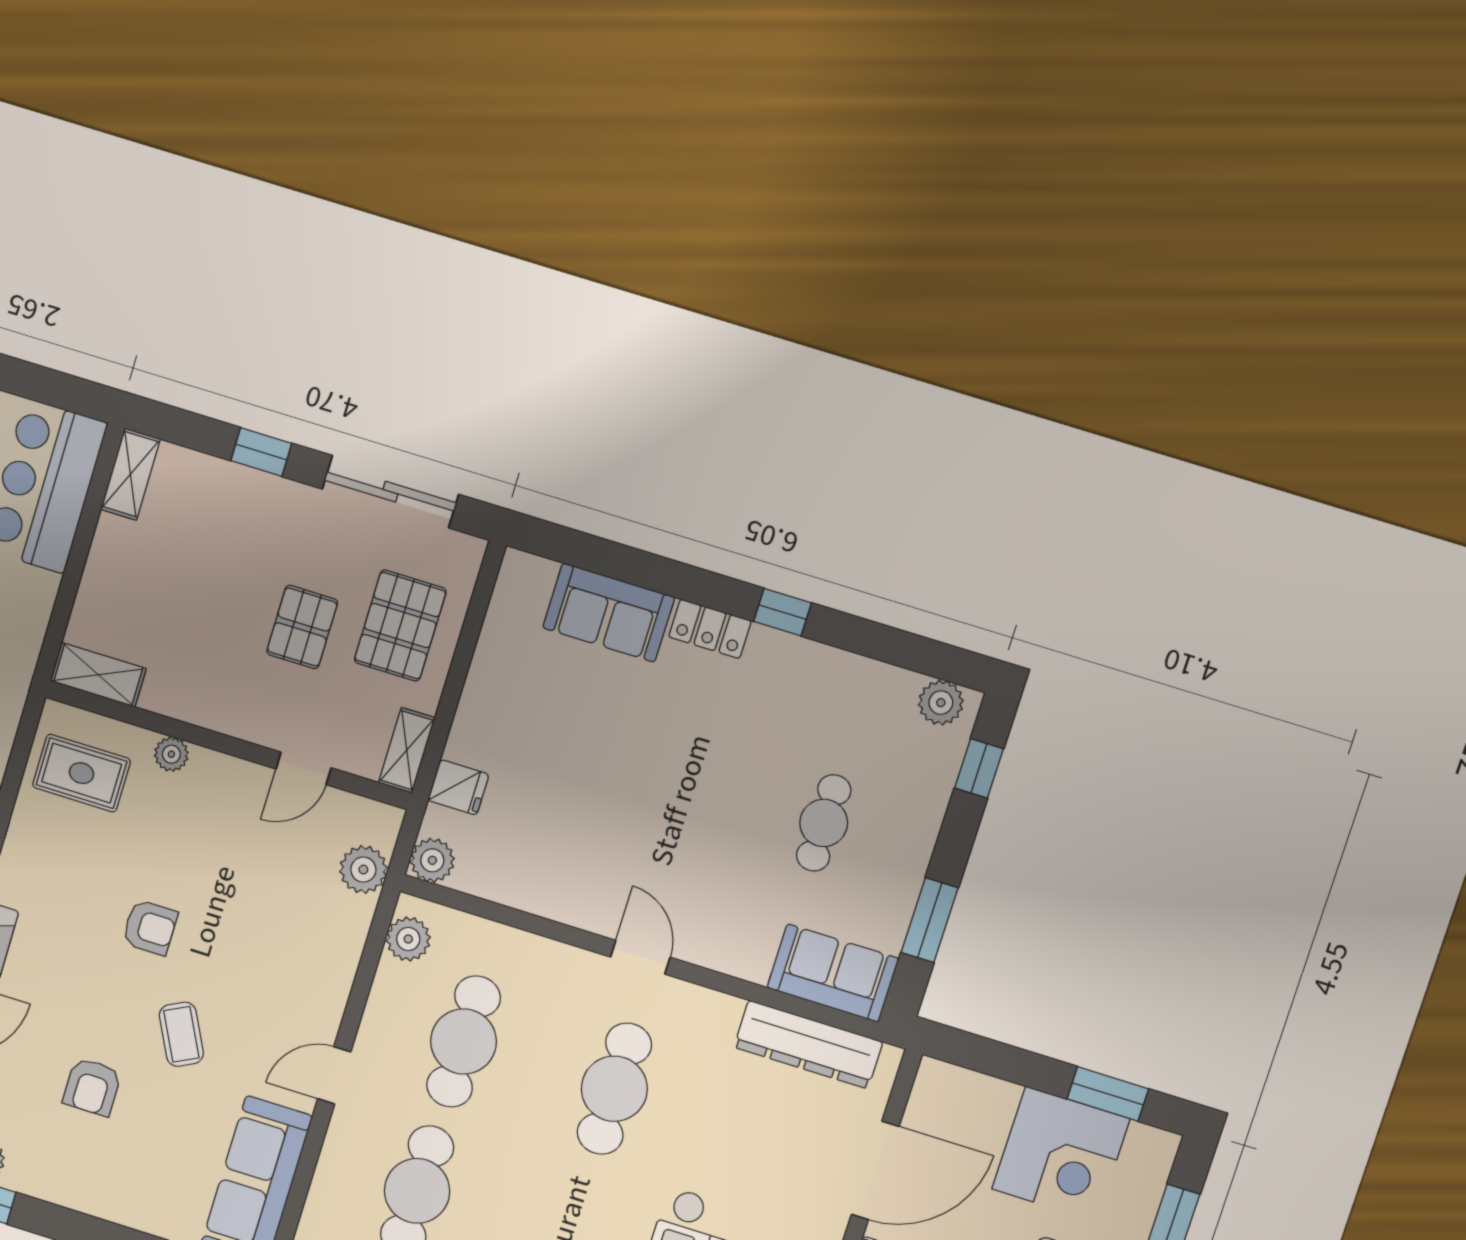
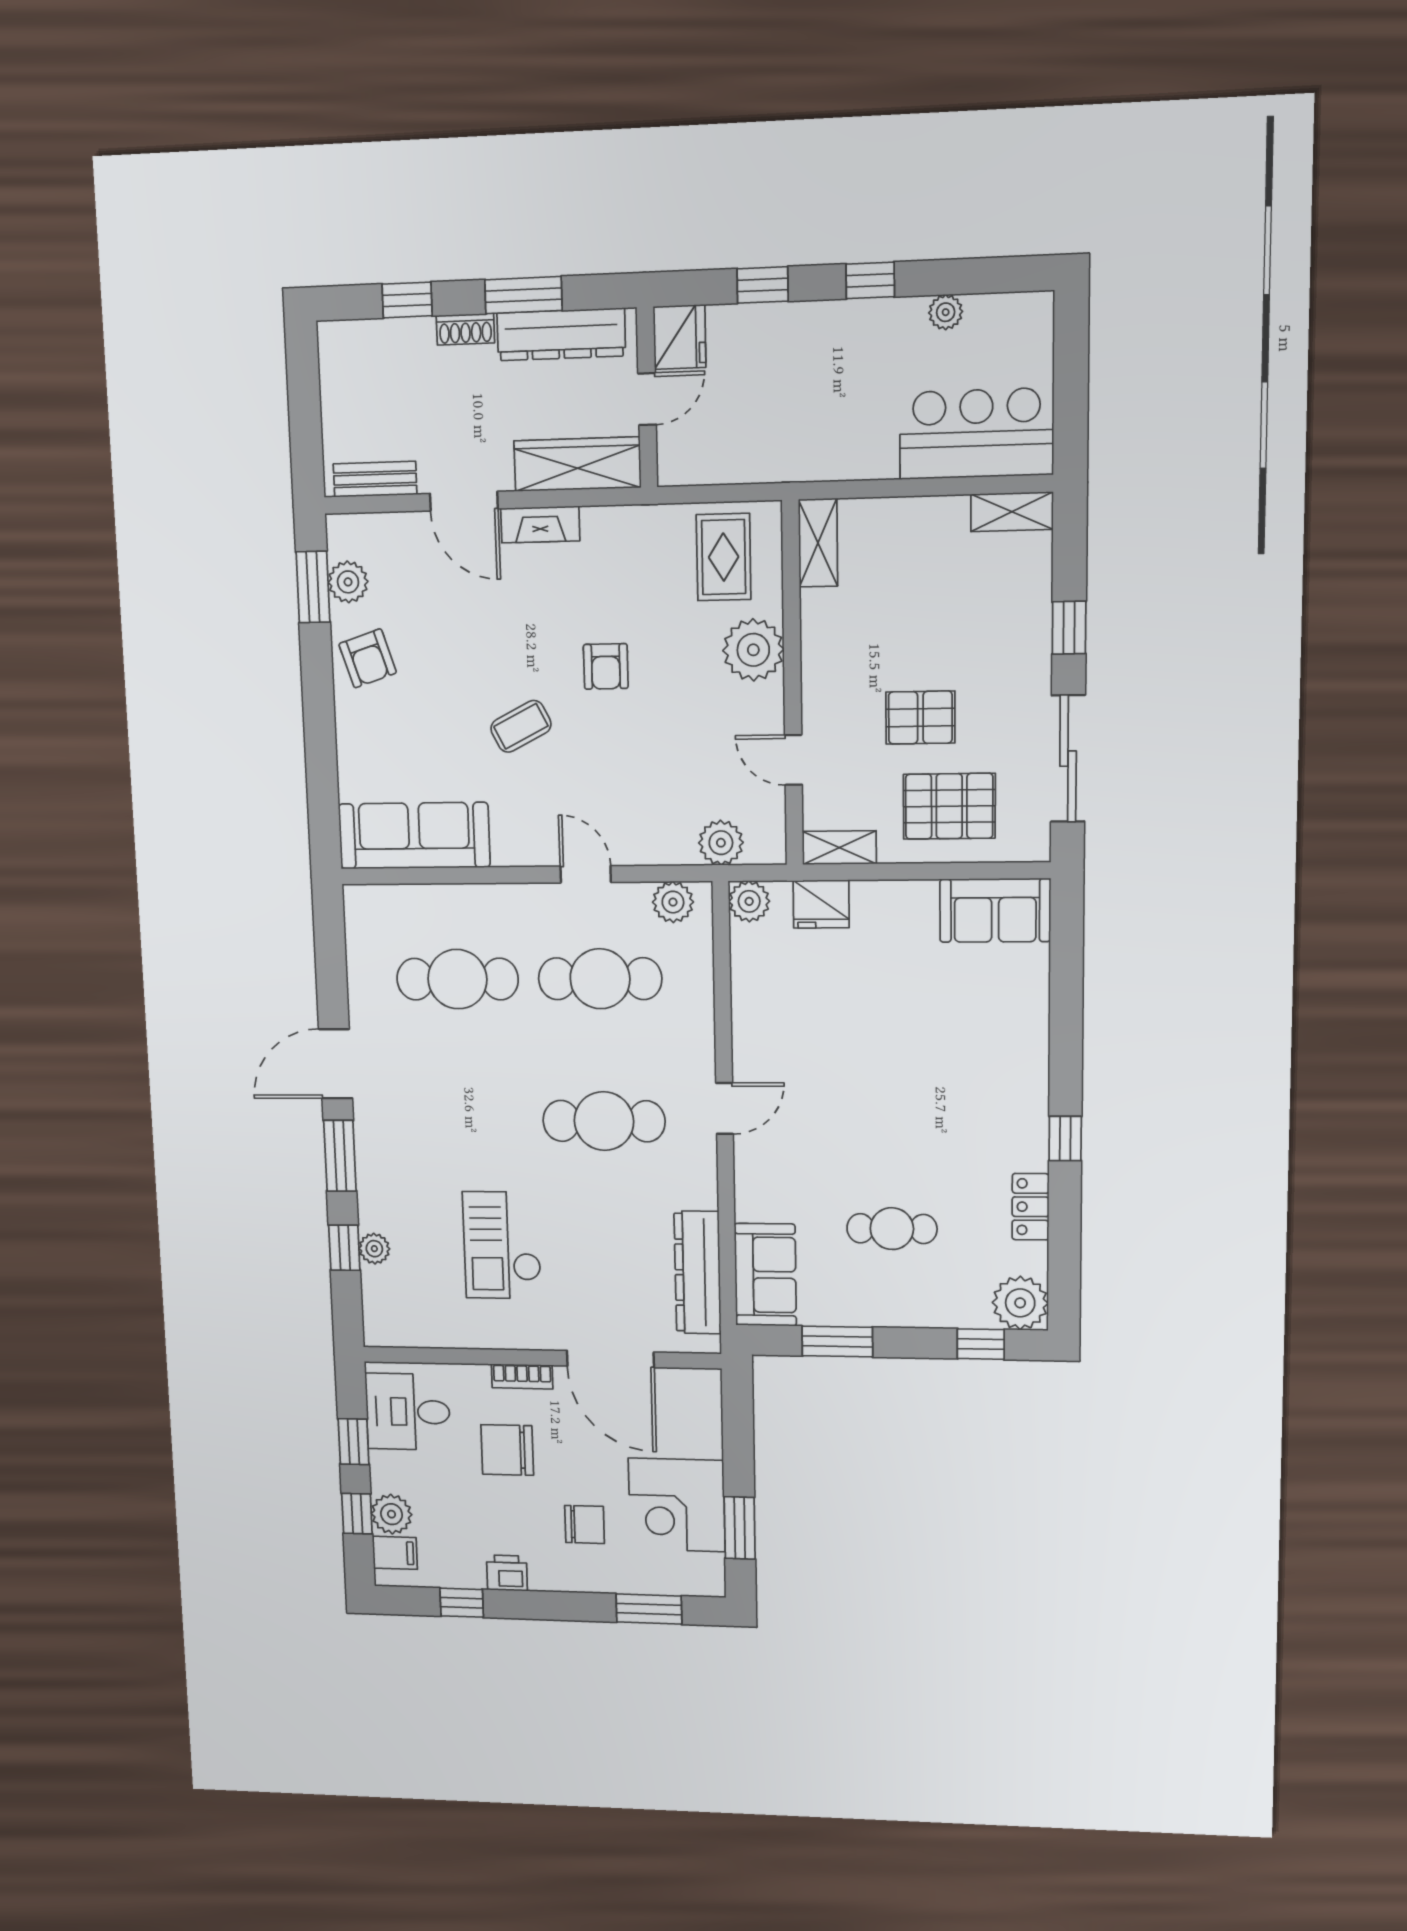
sofa: (609, 613) -> (995, 910), moved, turned -90
locker: (710, 629) -> (1030, 1207), moved
plant: (941, 703) -> (1020, 1303), width x1.36, depth x1.36
plant: (171, 754) -> (753, 650), width x1.87, depth x1.87
fridge: (458, 787) -> (821, 904), width x1.38
door: (334, 1075) -> (586, 874), moved
armchair: (92, 1087) -> (368, 658), moved, turned -108

